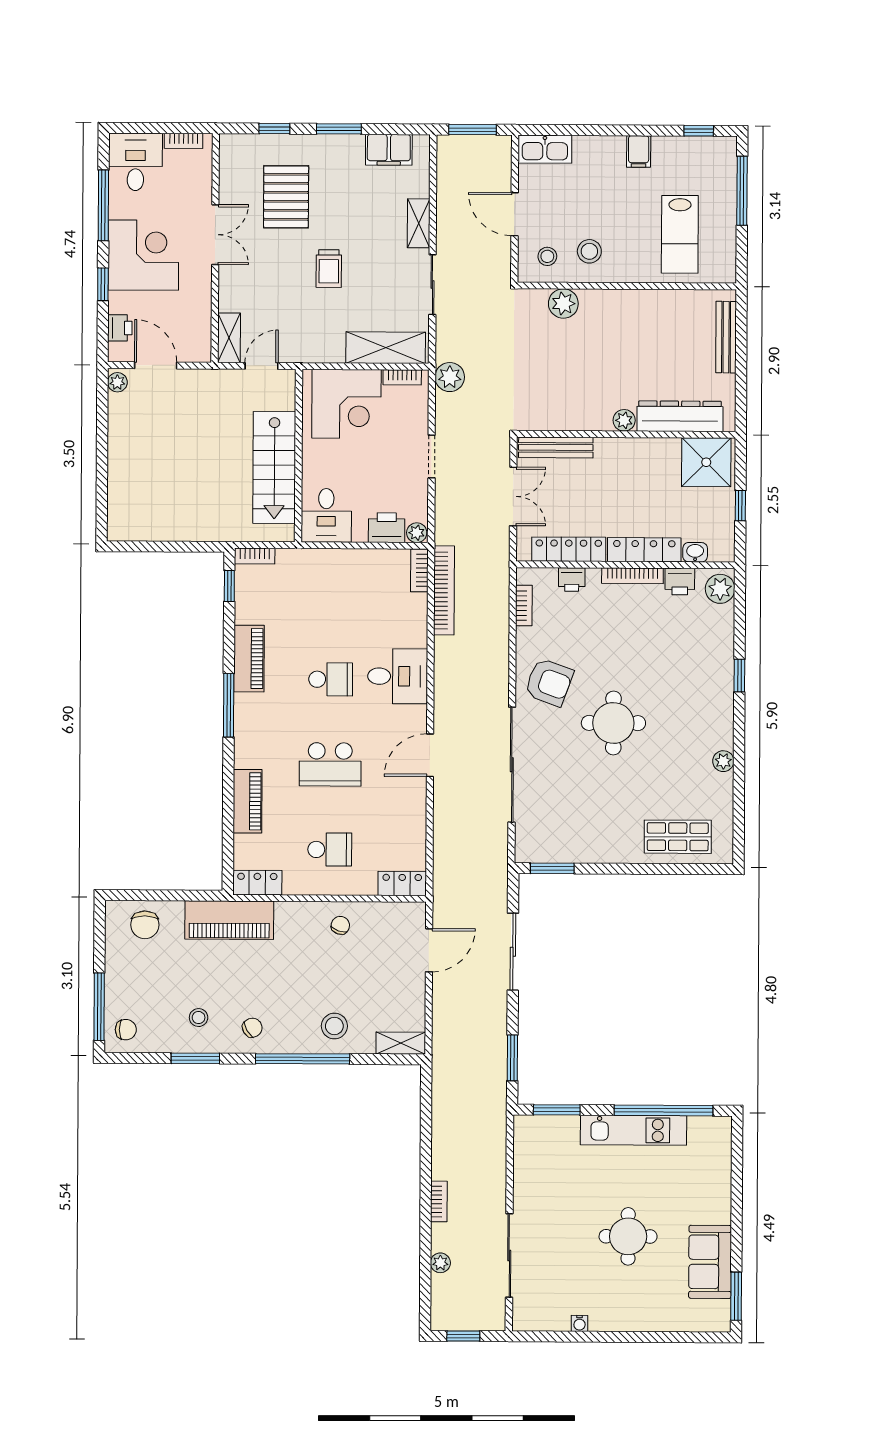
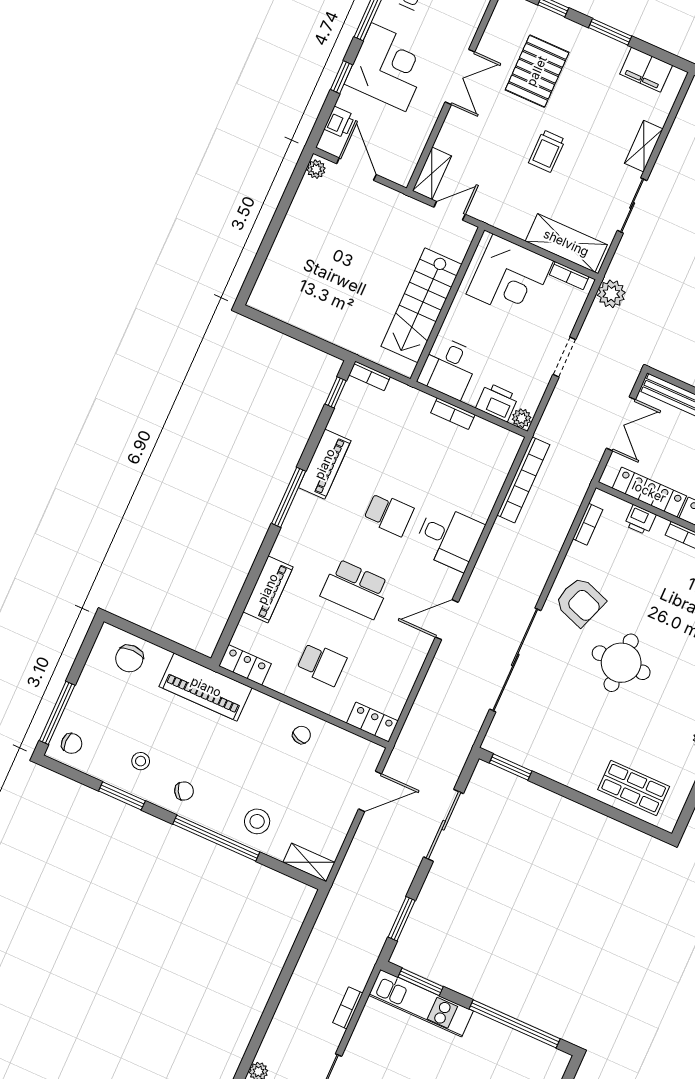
bookcase: (419, 570) -> (453, 414), moved, turned -90
kitchen unit: (633, 1130) -> (421, 1003), moved
bookcase: (439, 1201) -> (348, 1008), moved, turned 180

